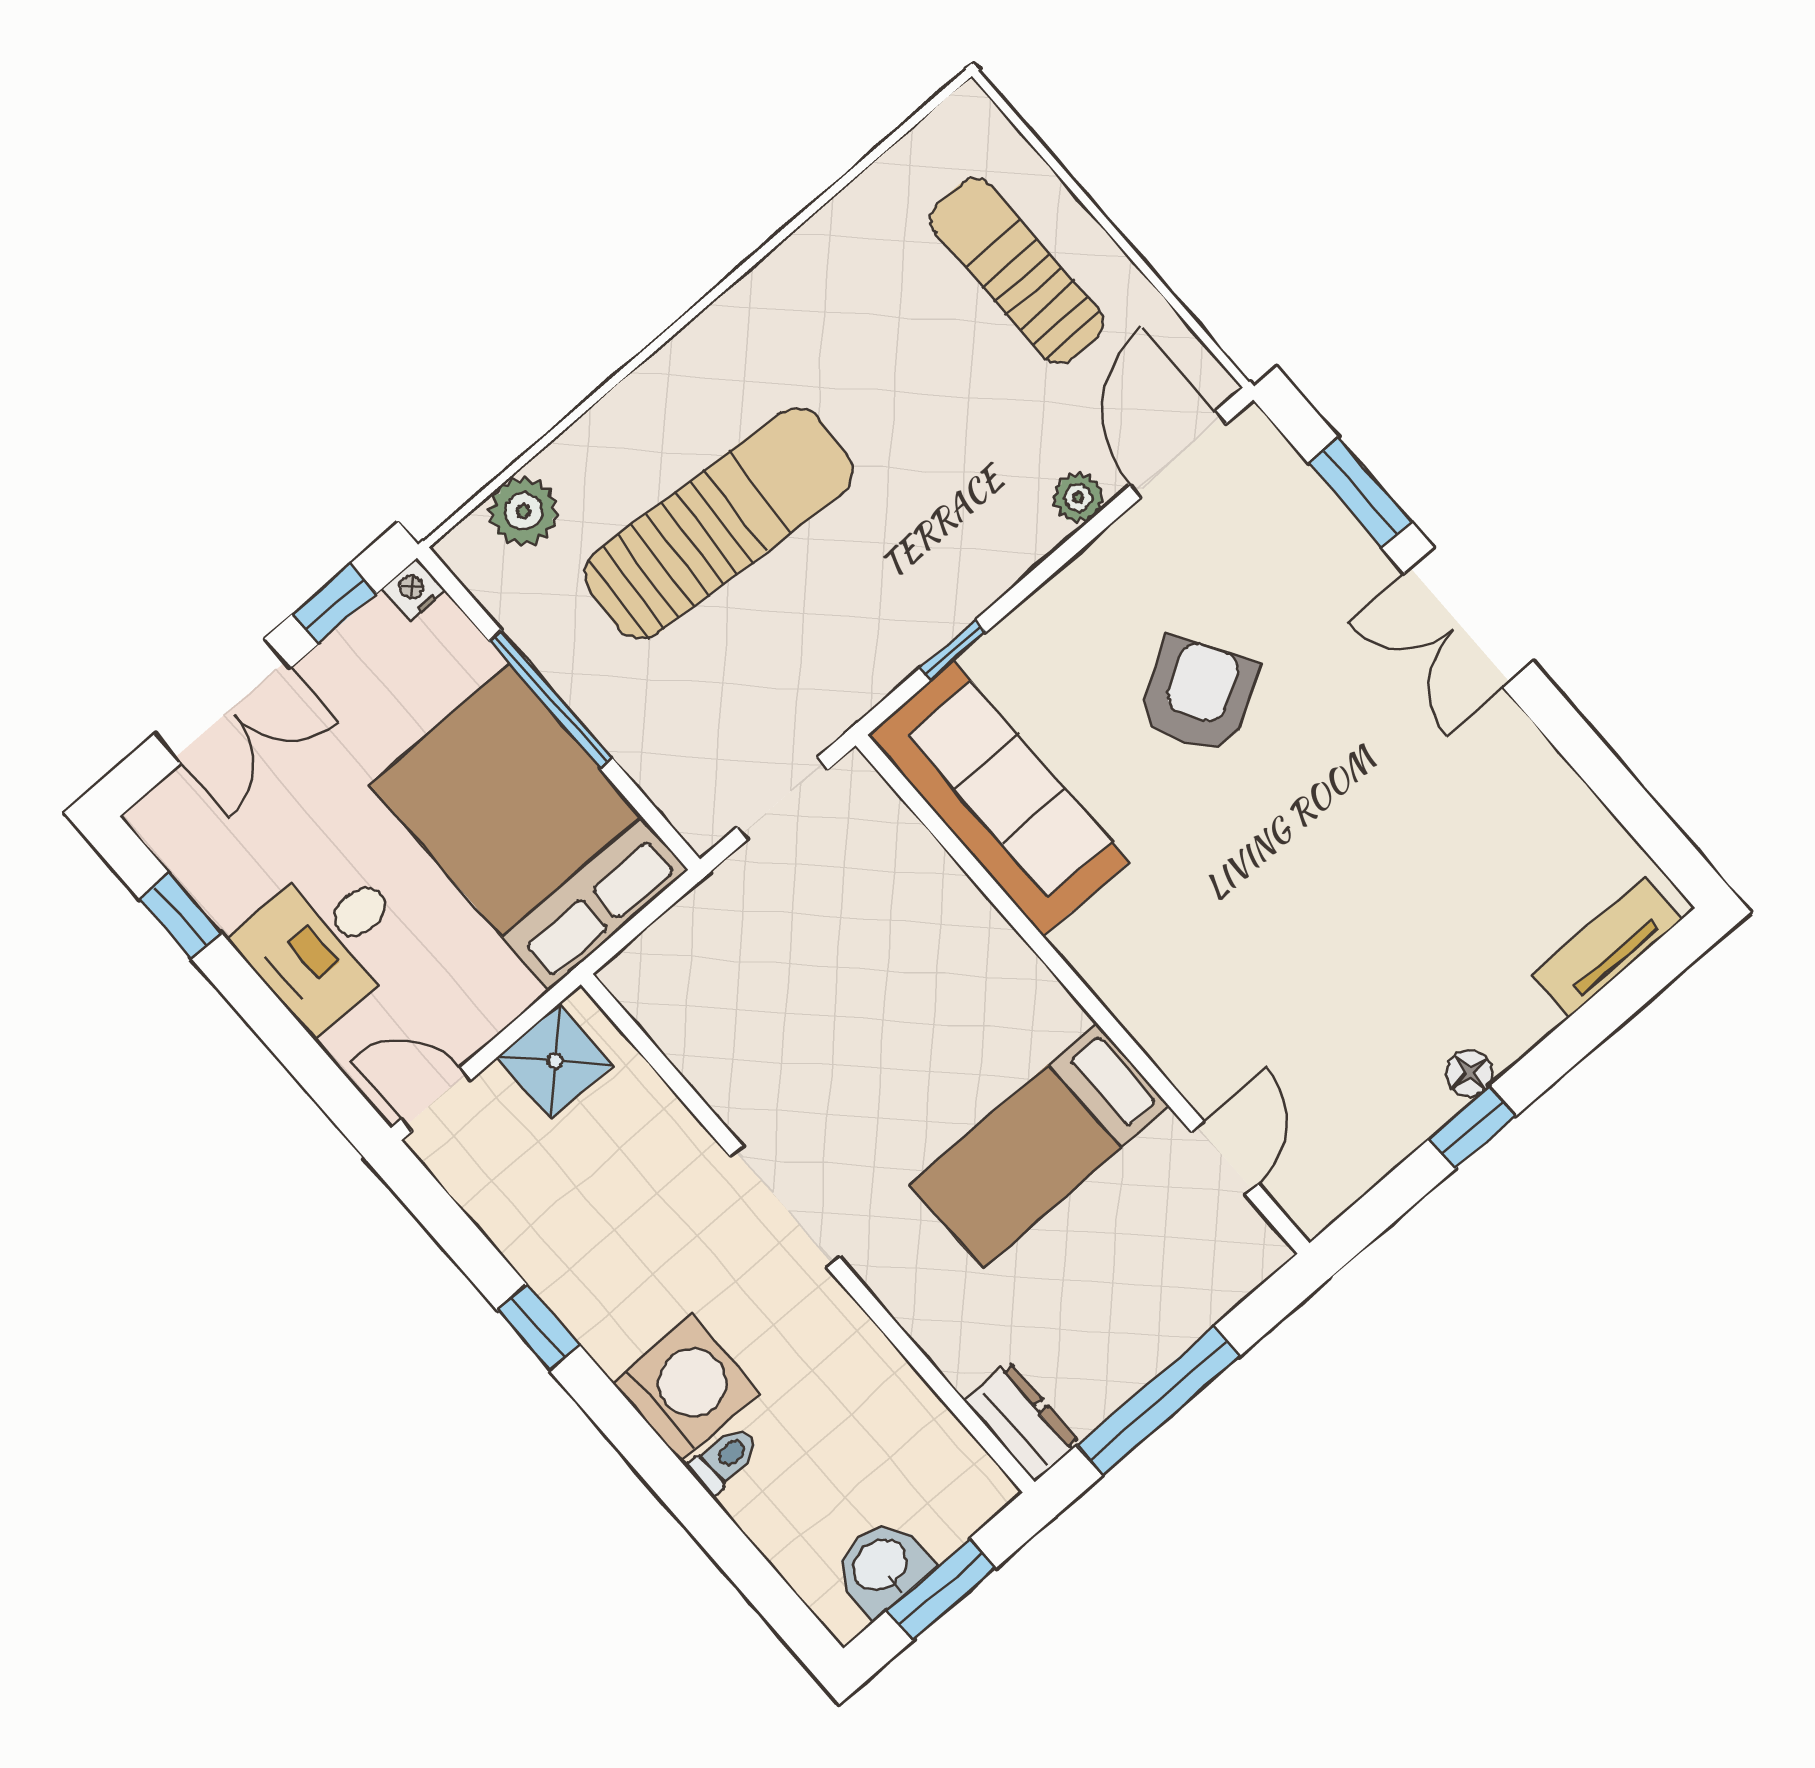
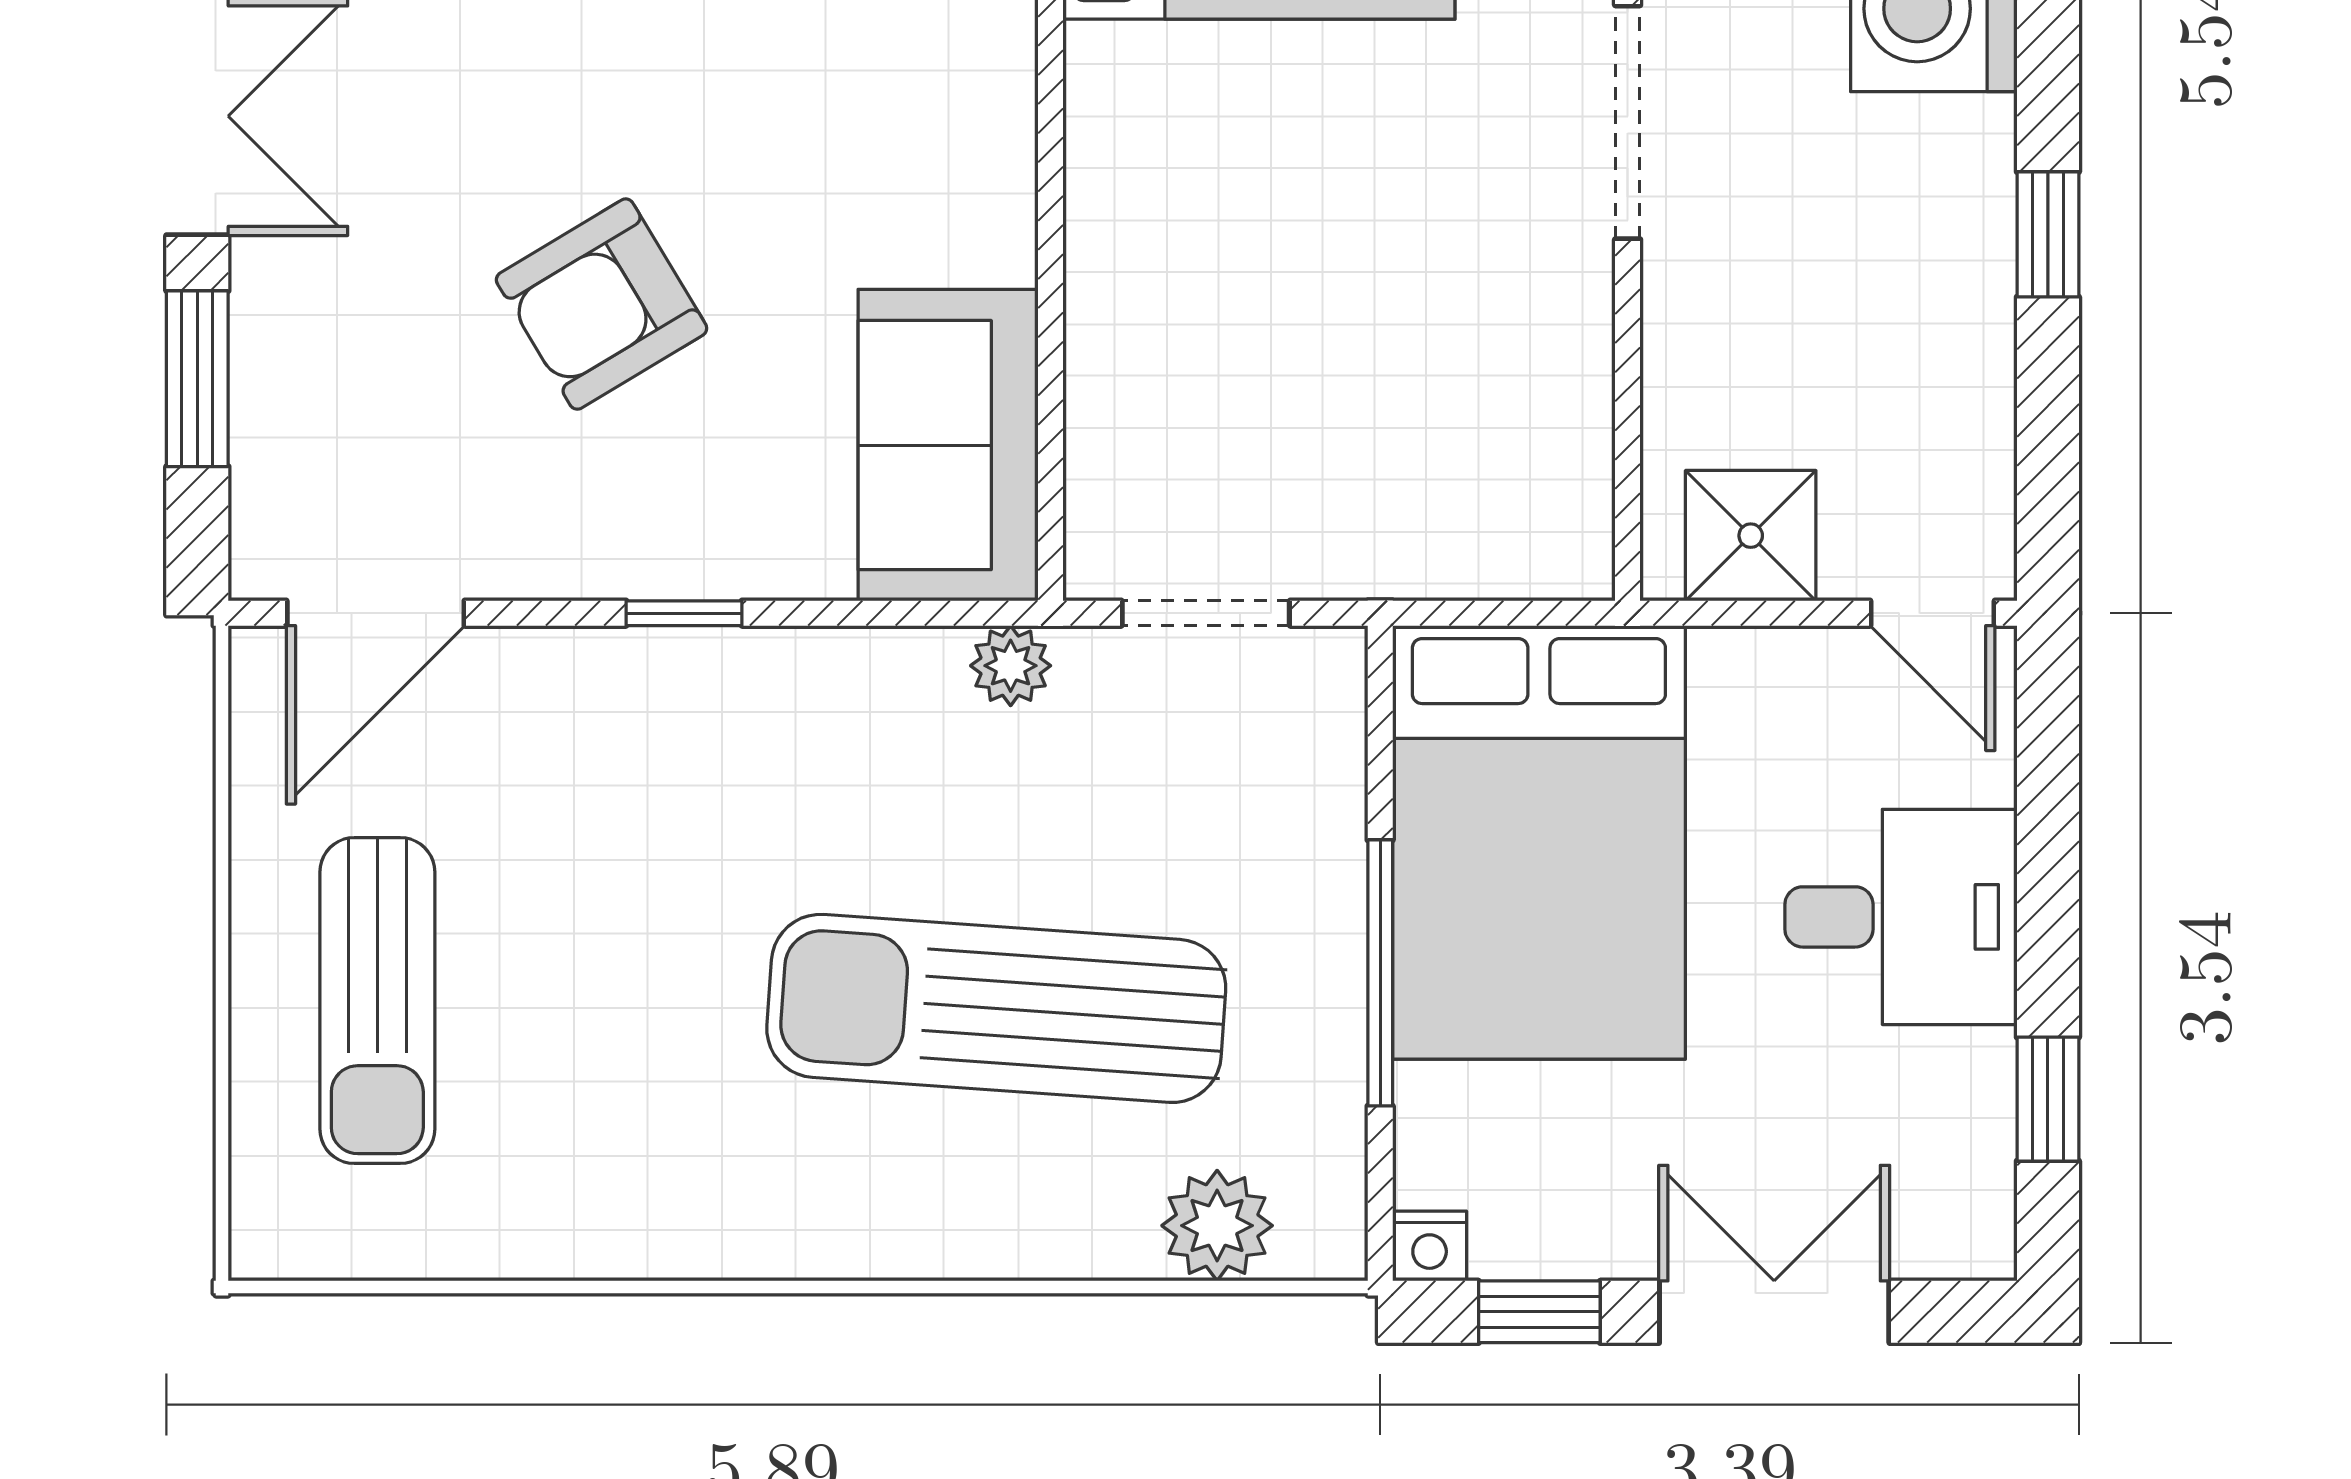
plant: (1078, 498) -> (1011, 666), moved
window: (953, 650) -> (684, 613), moved
sofa: (998, 798) -> (948, 445), width x0.73

